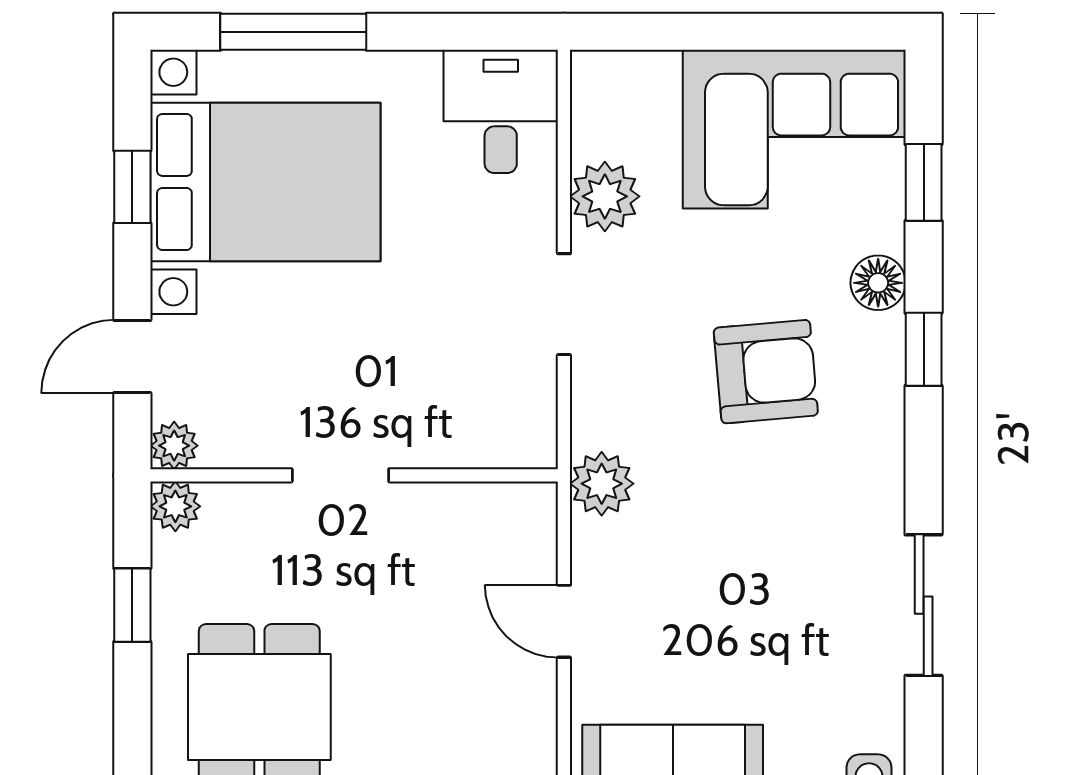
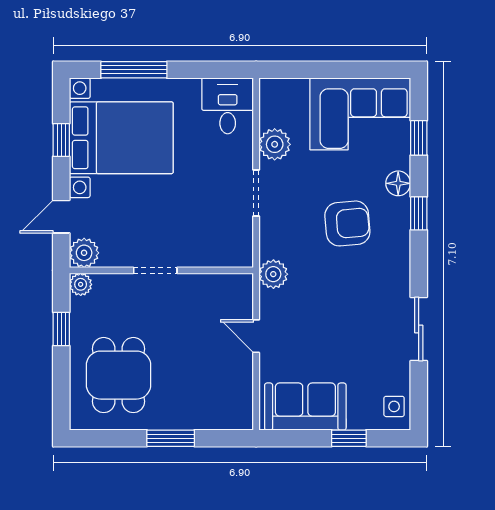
plant: (174, 446) -> (84, 253), width x1.38, depth x1.38

